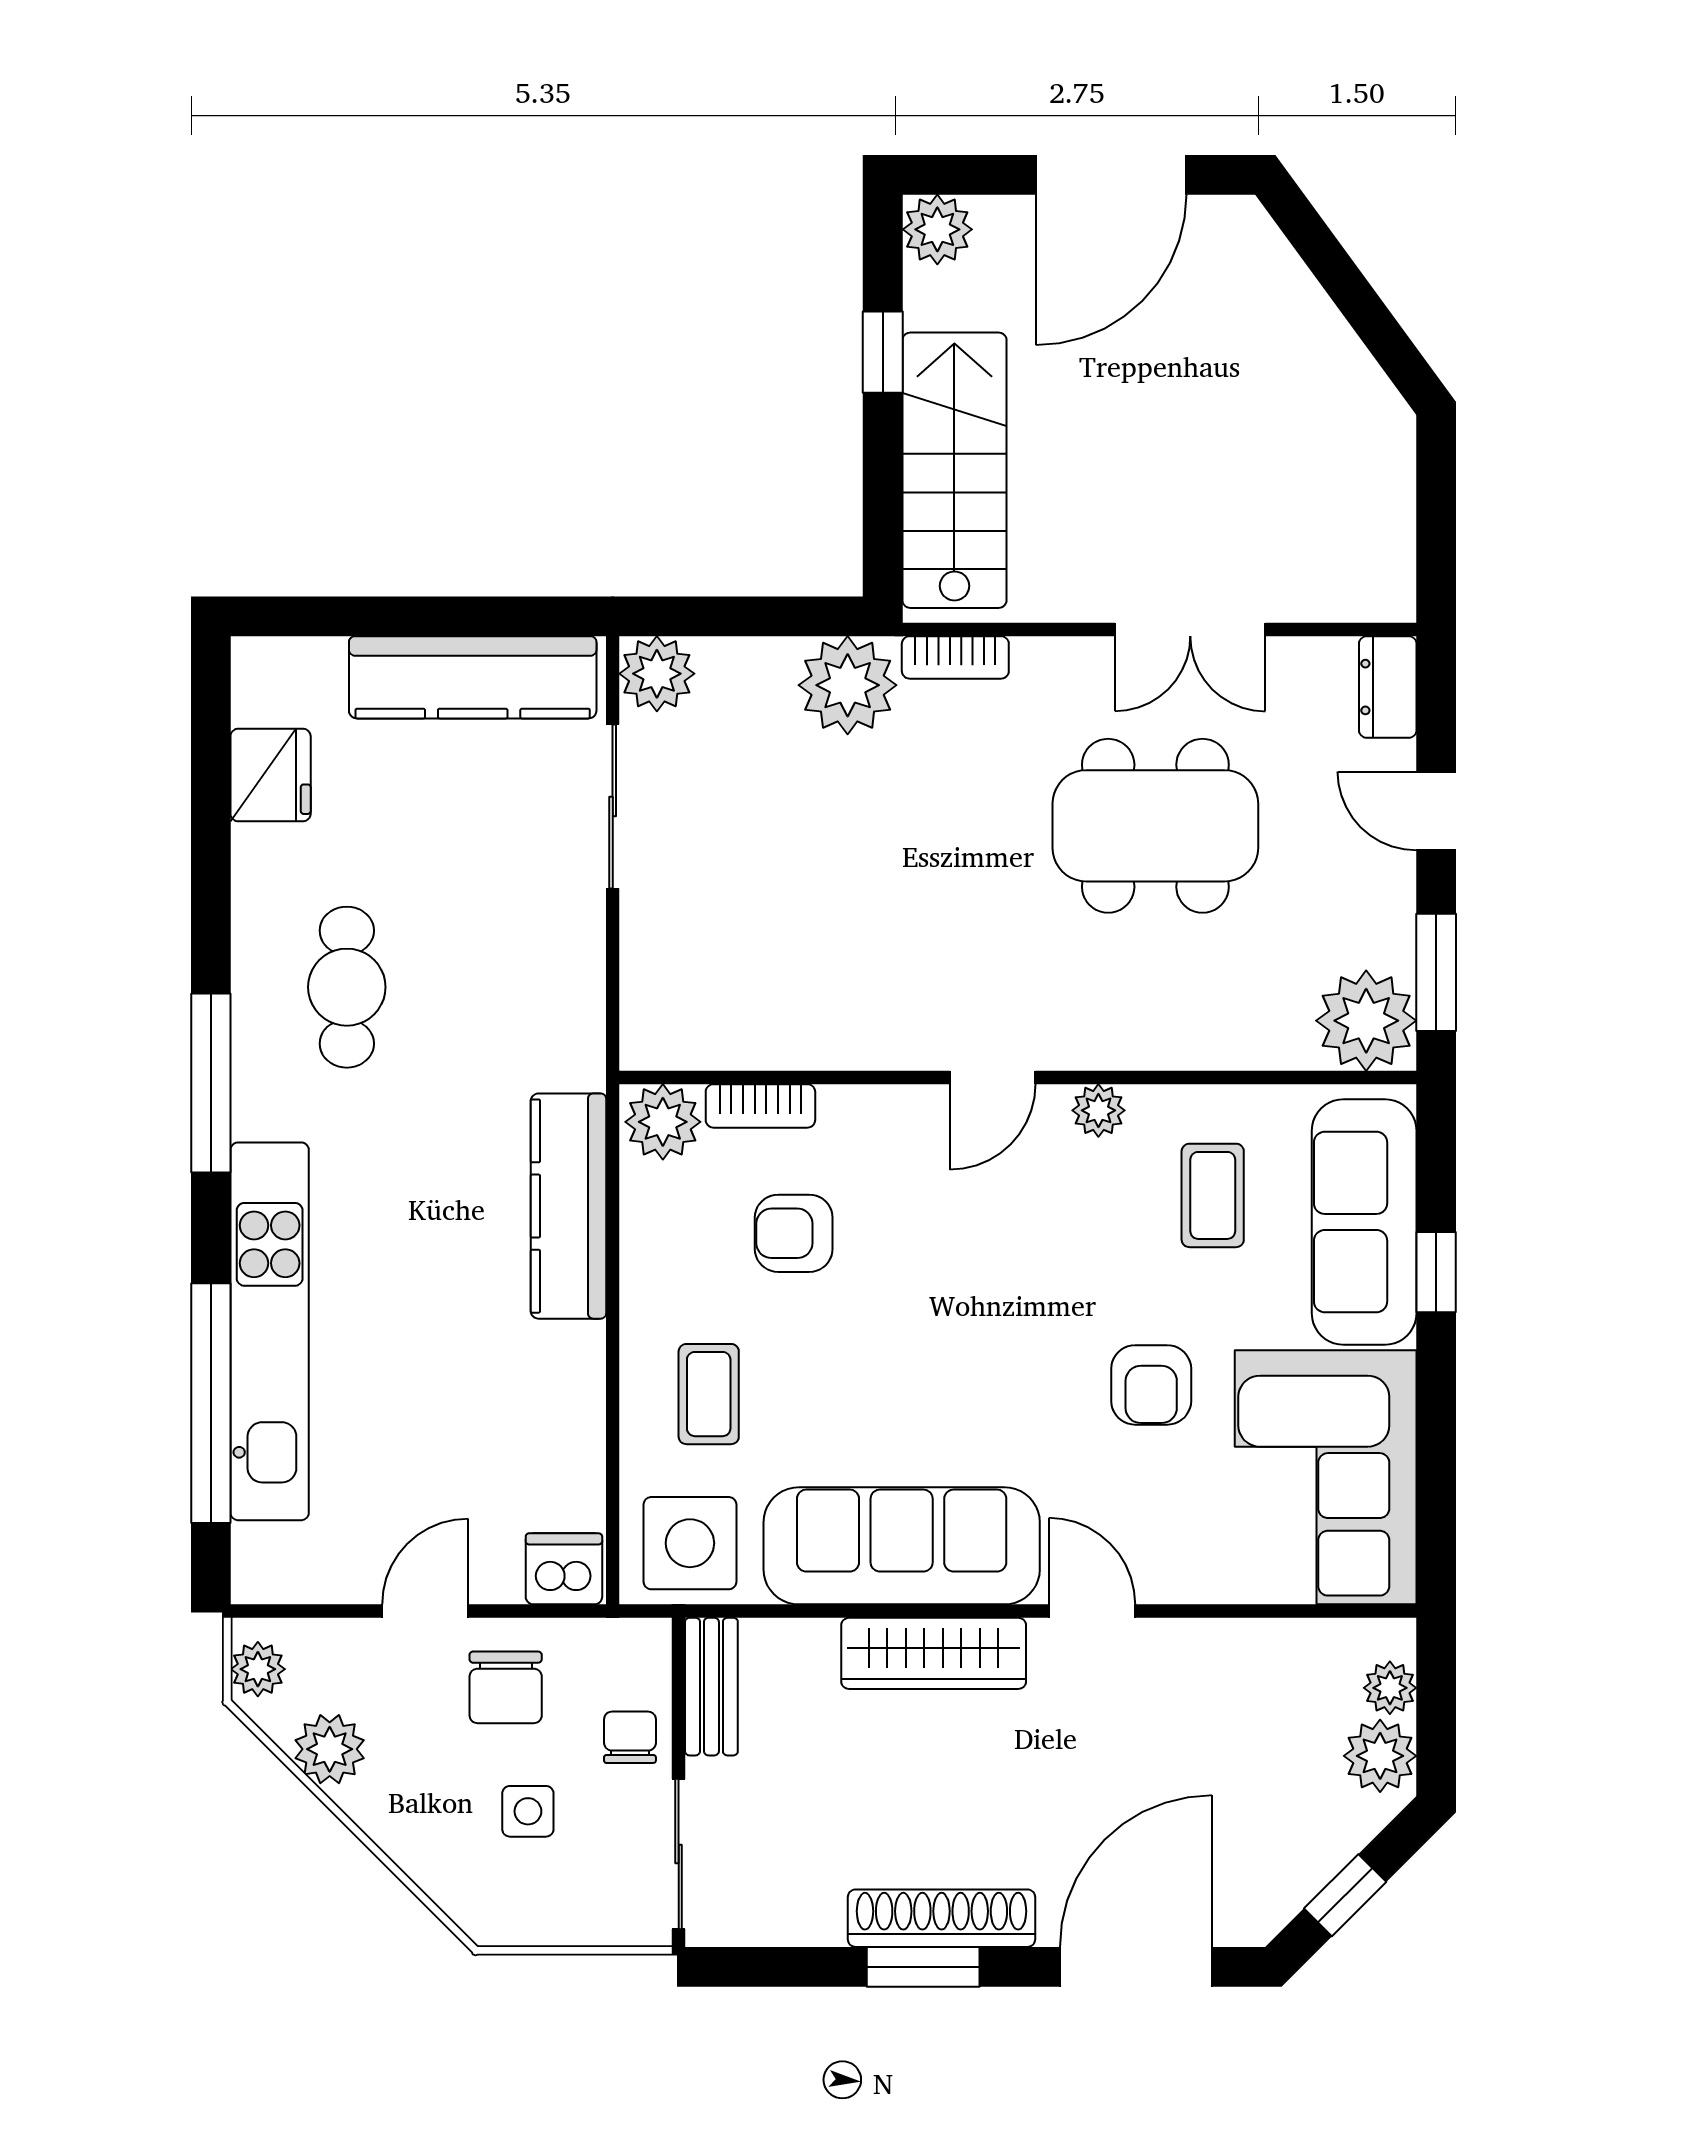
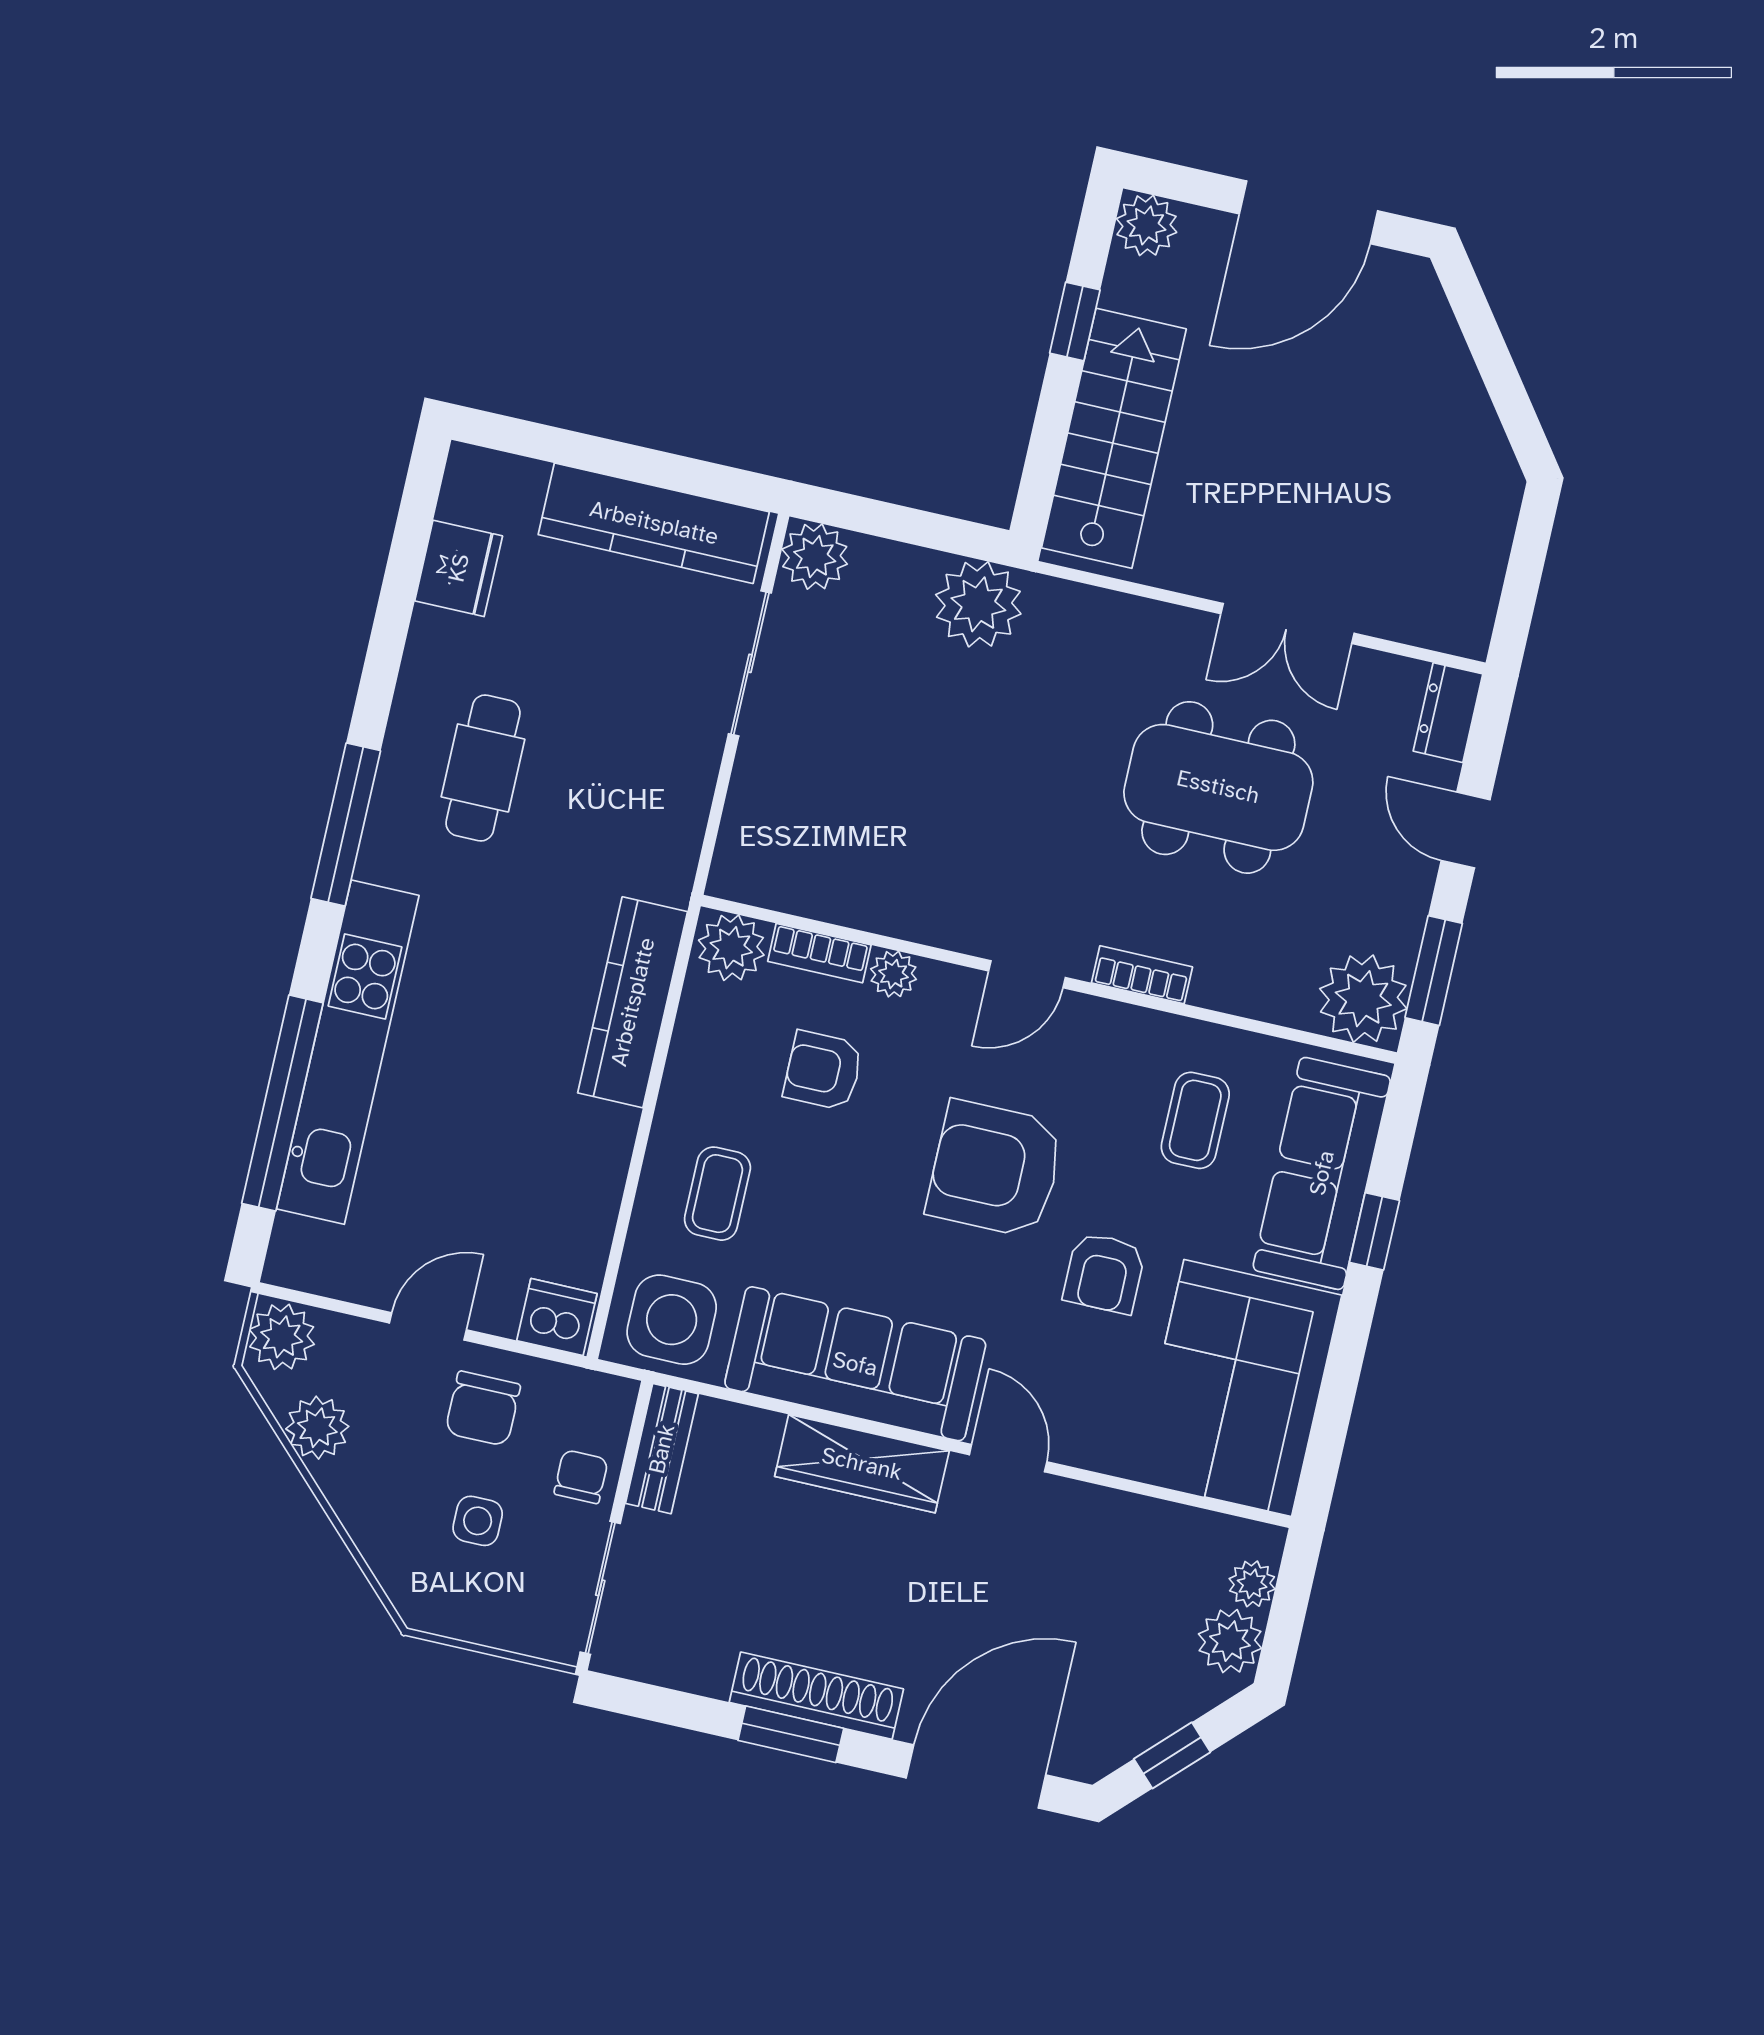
bookcase: (955, 657) -> (1142, 975), moved, turned 180
plant: (1098, 1110) -> (894, 974), moved
armchair: (1006, 1298) -> (995, 1169), added
plant: (258, 1669) -> (282, 1337), width x1.38, depth x1.38

